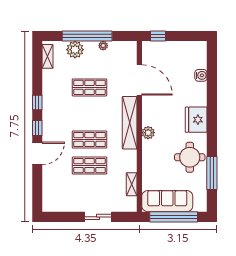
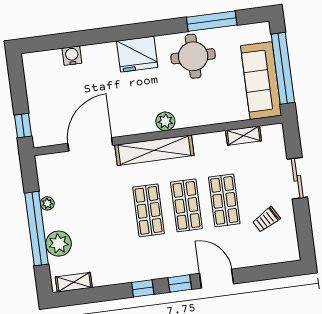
shop shelf: (90, 87) -> (149, 210), moved
trolley: (73, 192) -> (266, 220), added

